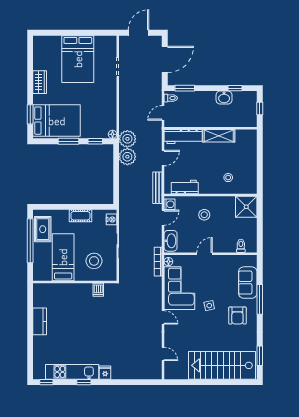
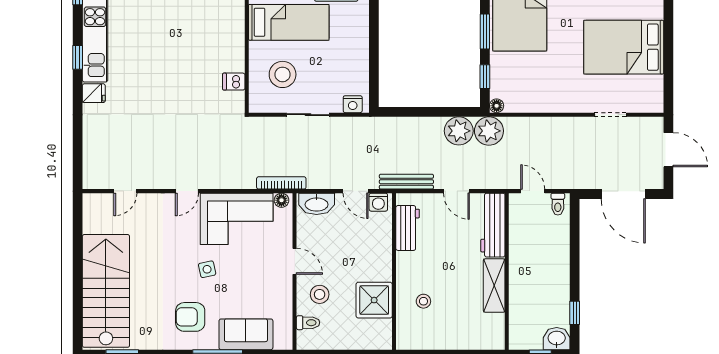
window: (185, 88) -> (575, 228), removed
washbasin: (224, 98) -> (557, 339), moved, turned 90
shower: (246, 207) -> (374, 300), moved
stool: (204, 215) -> (320, 294), moved
cot: (80, 216) -> (359, 52), removed

